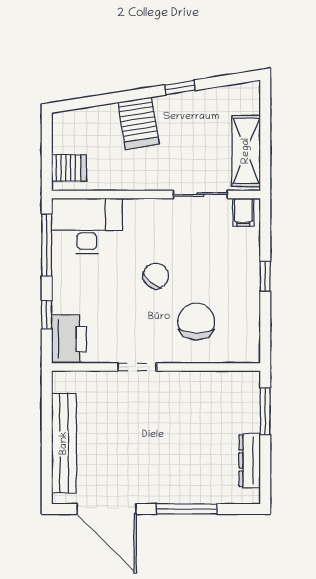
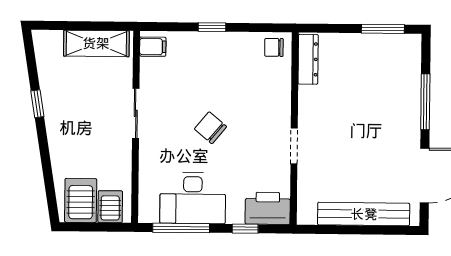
server rack: (138, 123) -> (81, 200), moved, turned -81
sliding door: (200, 195) -> (136, 113), moved
desk: (87, 226) -> (193, 198), moved, turned -90
chair: (196, 322) -> (274, 47), moved, width x0.54, depth x0.54
window: (265, 411) -> (383, 29), moved
dresser: (250, 460) -> (308, 59), moved, turned -90

